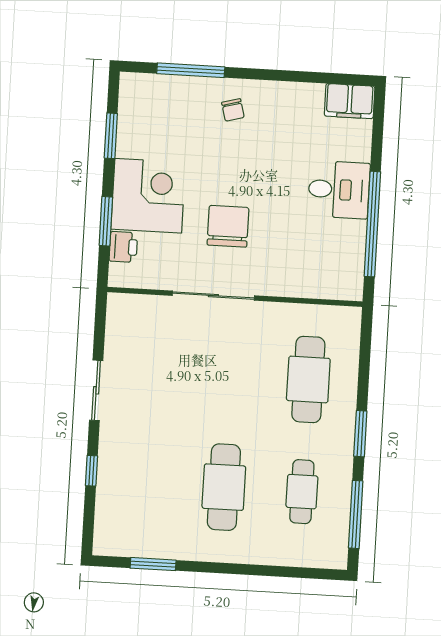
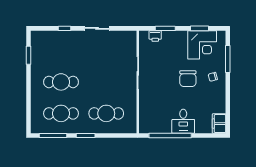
corner desk: (148, 196) -> (202, 45), moved
chair: (228, 226) -> (188, 79), moved, turned 90
cafe table: (302, 492) -> (61, 113), width x1.37, depth x1.35

